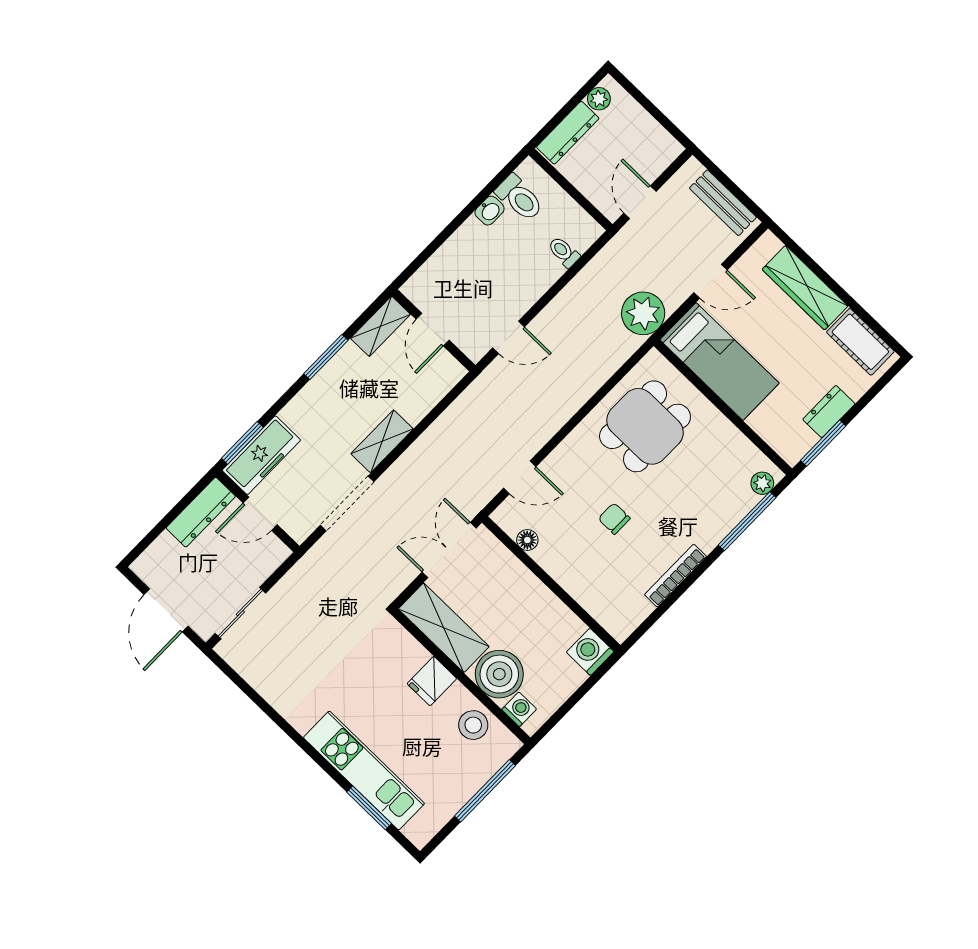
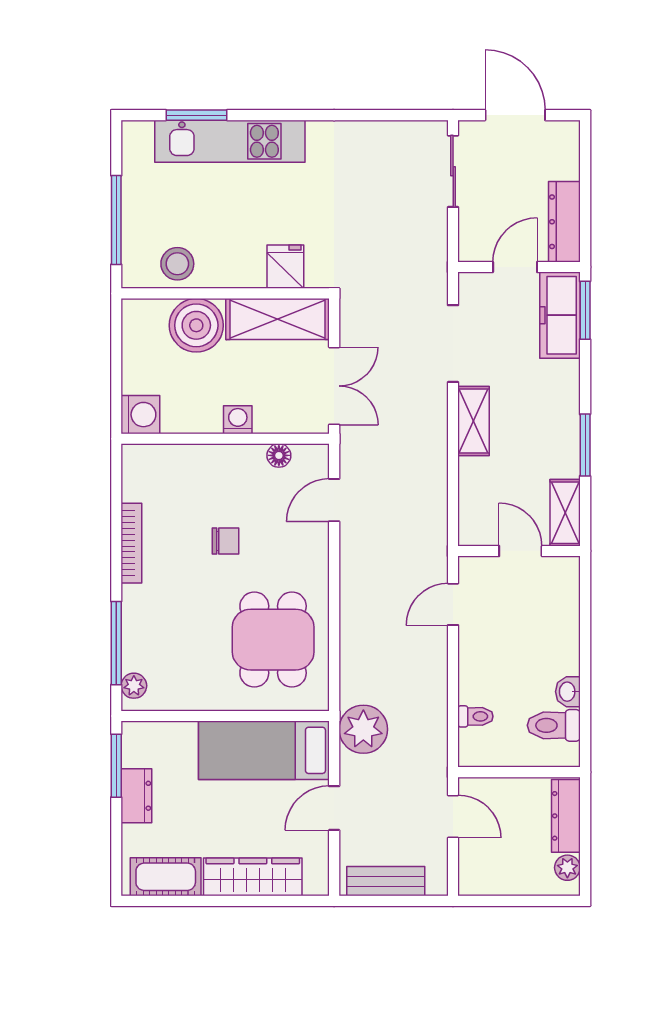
fridge: (432, 681) -> (285, 267), moved
washing machine: (519, 709) -> (238, 420), moved, turned 180

